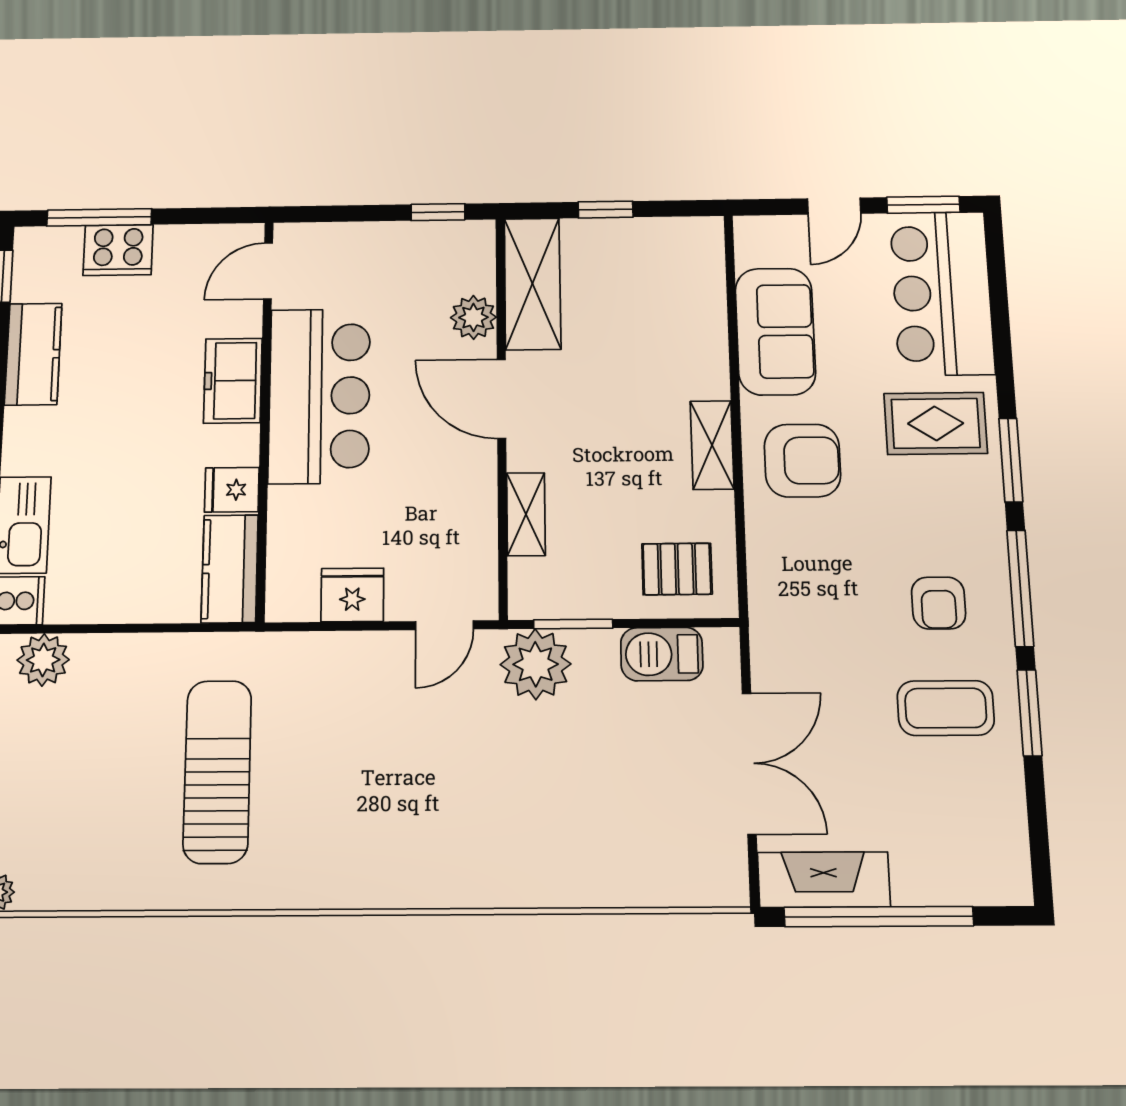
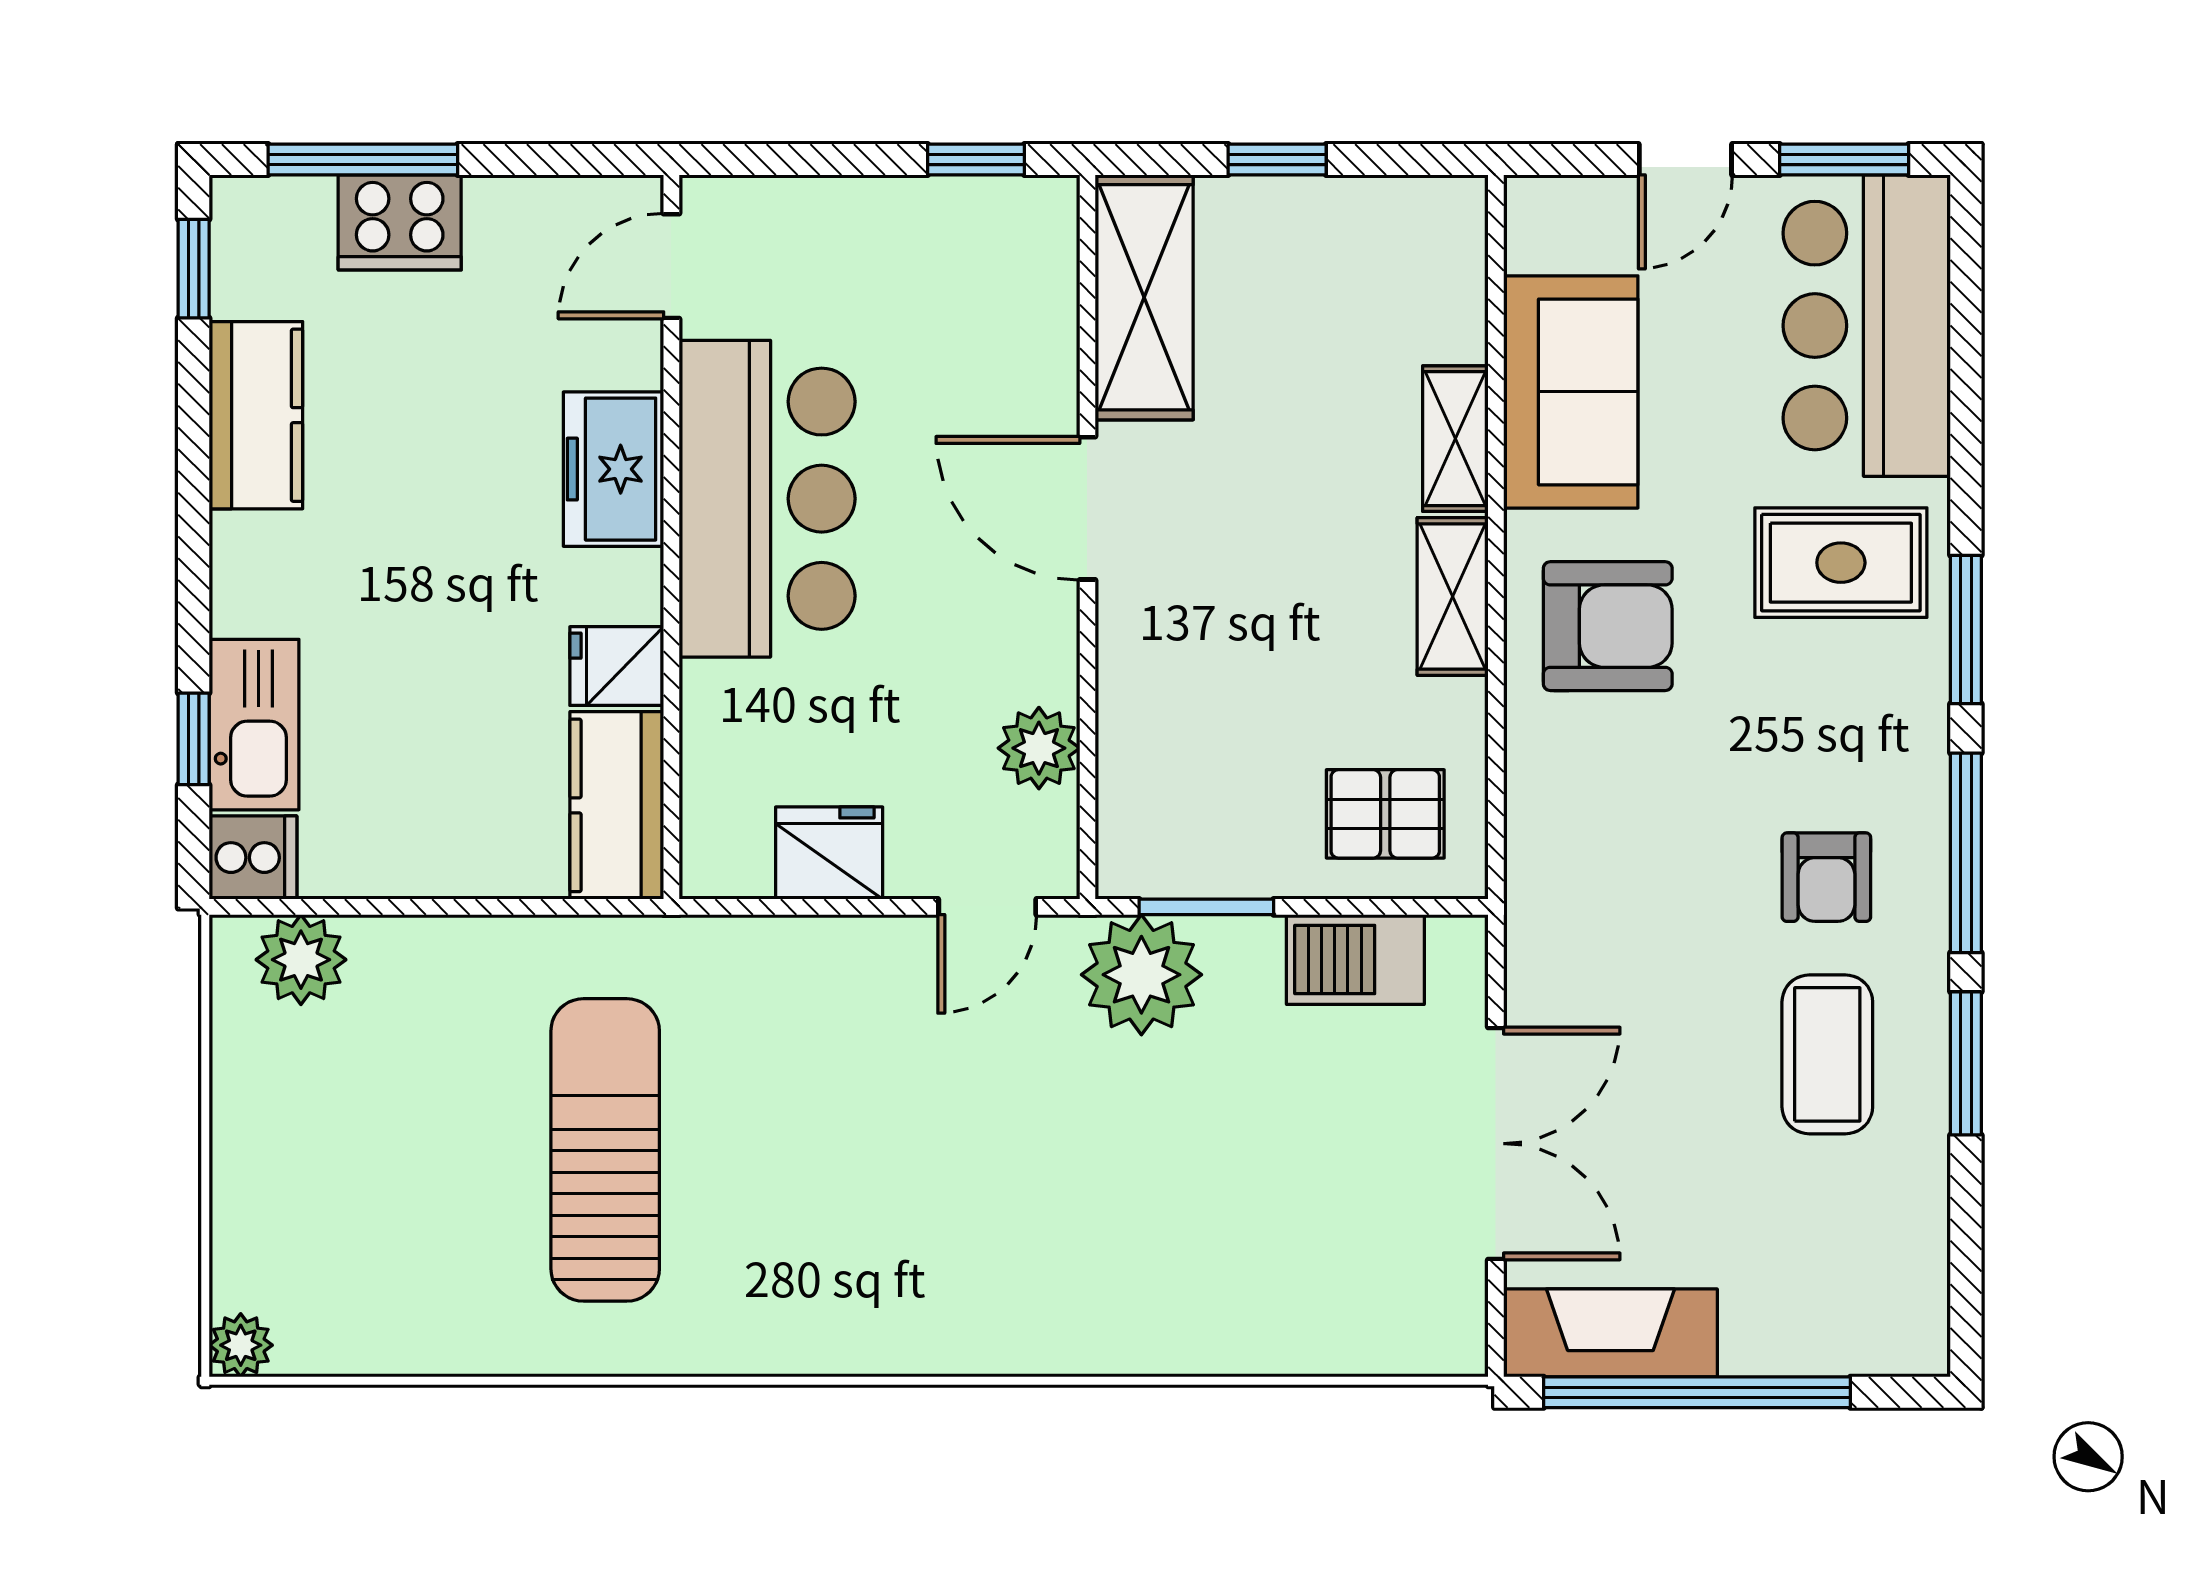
plant: (473, 317) -> (1039, 748), moved
shelving: (526, 514) -> (1455, 439), moved
coffee table: (946, 708) -> (1827, 1054), turned 90

